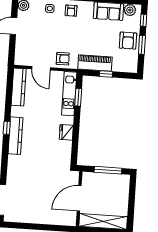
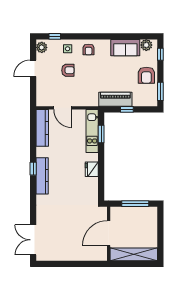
window: (142, 45) -> (160, 91), moved
armchair: (63, 59) -> (68, 70), moved

